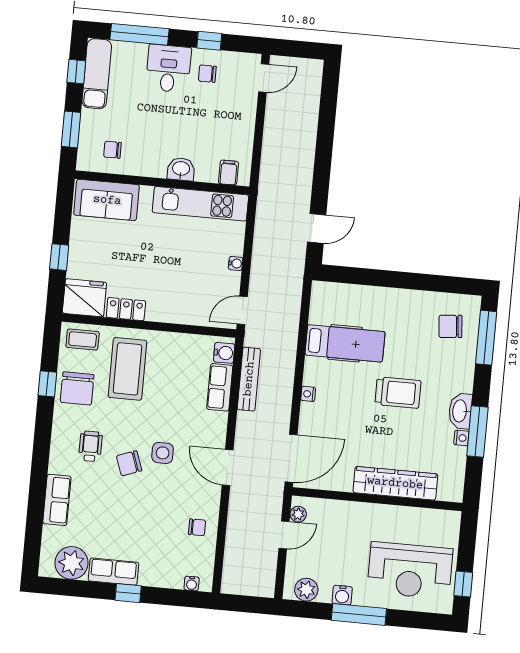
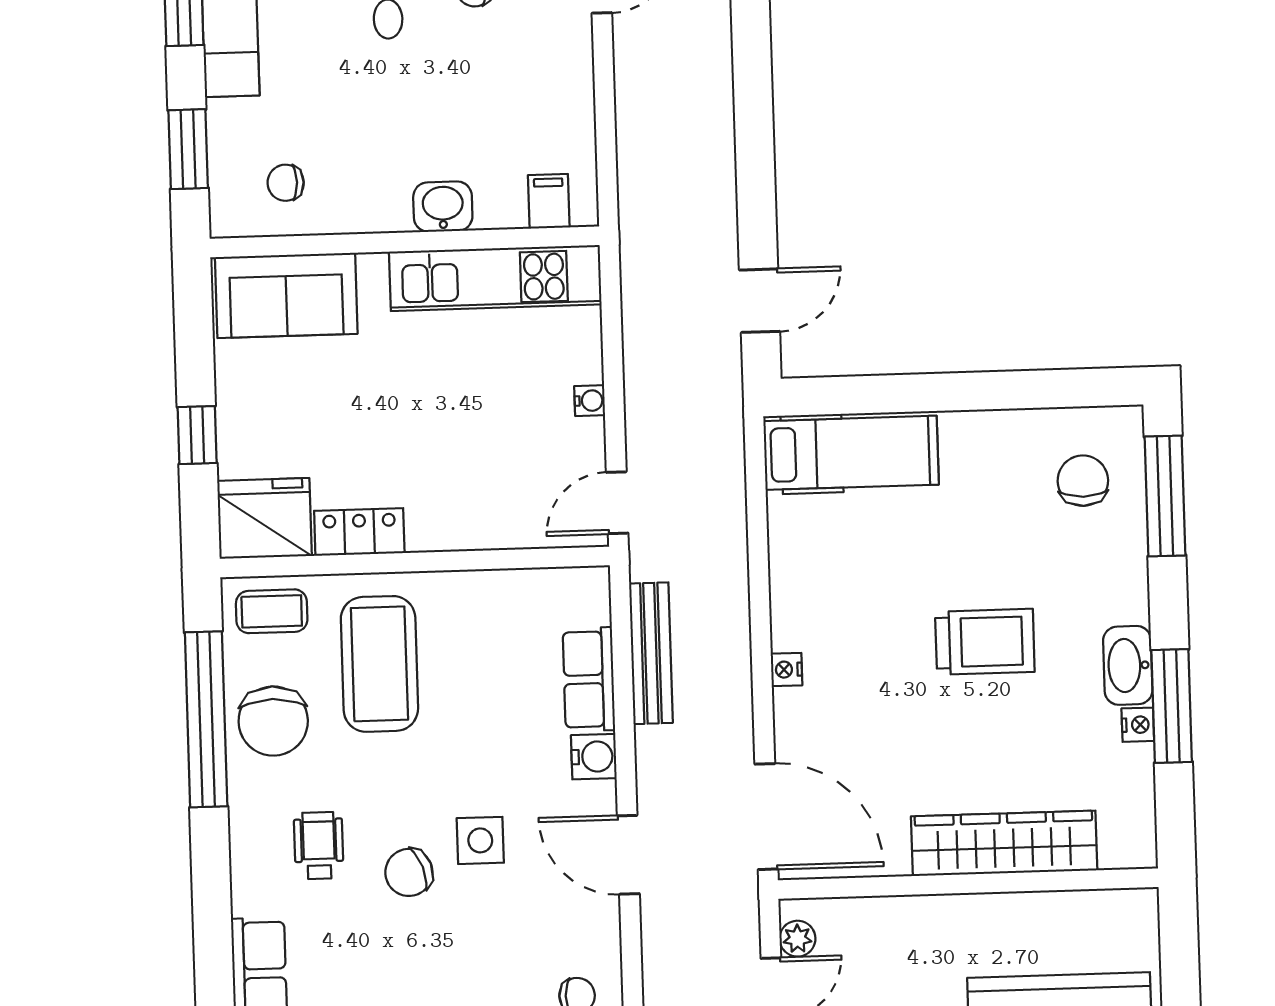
chair: (450, 326) -> (1083, 481), turned 95
hospital bed: (345, 343) -> (851, 453), moved
water cooler: (224, 353) -> (594, 757), moved
window: (47, 384) -> (206, 719), width x3.17
door: (291, 458) -> (766, 817), hinge flipped

